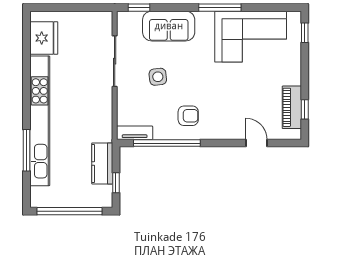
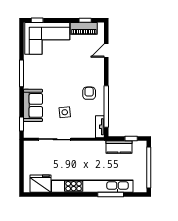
corner sofa: (251, 37) -> (47, 38), moved, turned 90

